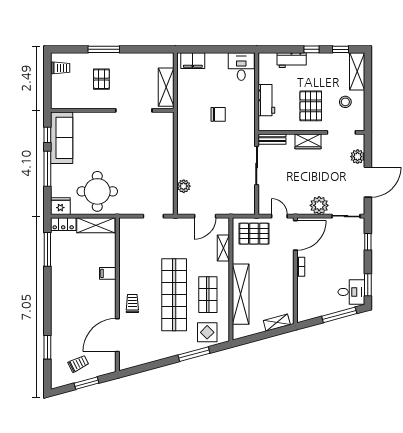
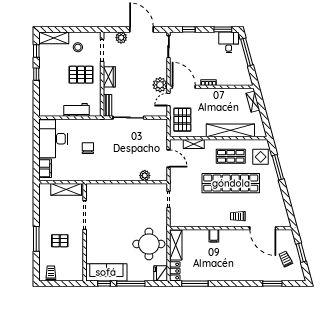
workbench: (292, 60) -> (45, 90), removed
desk: (241, 67) -> (53, 139), width x1.87, depth x1.30
plant: (319, 205) -> (160, 85), moved

